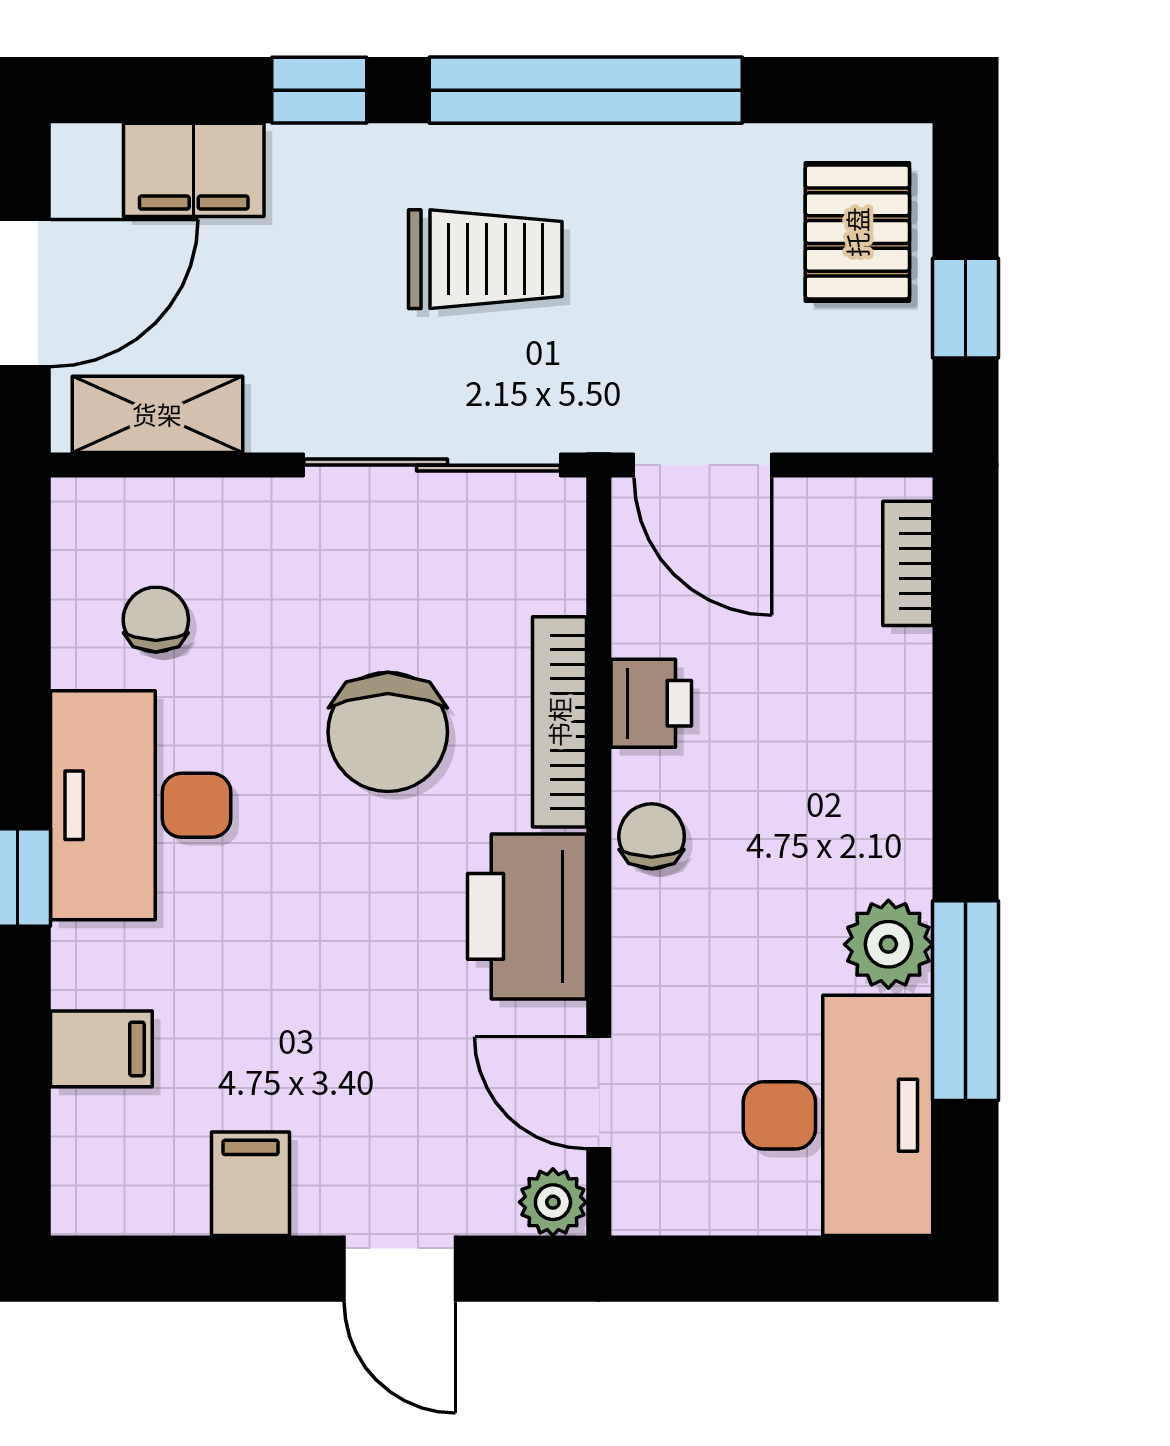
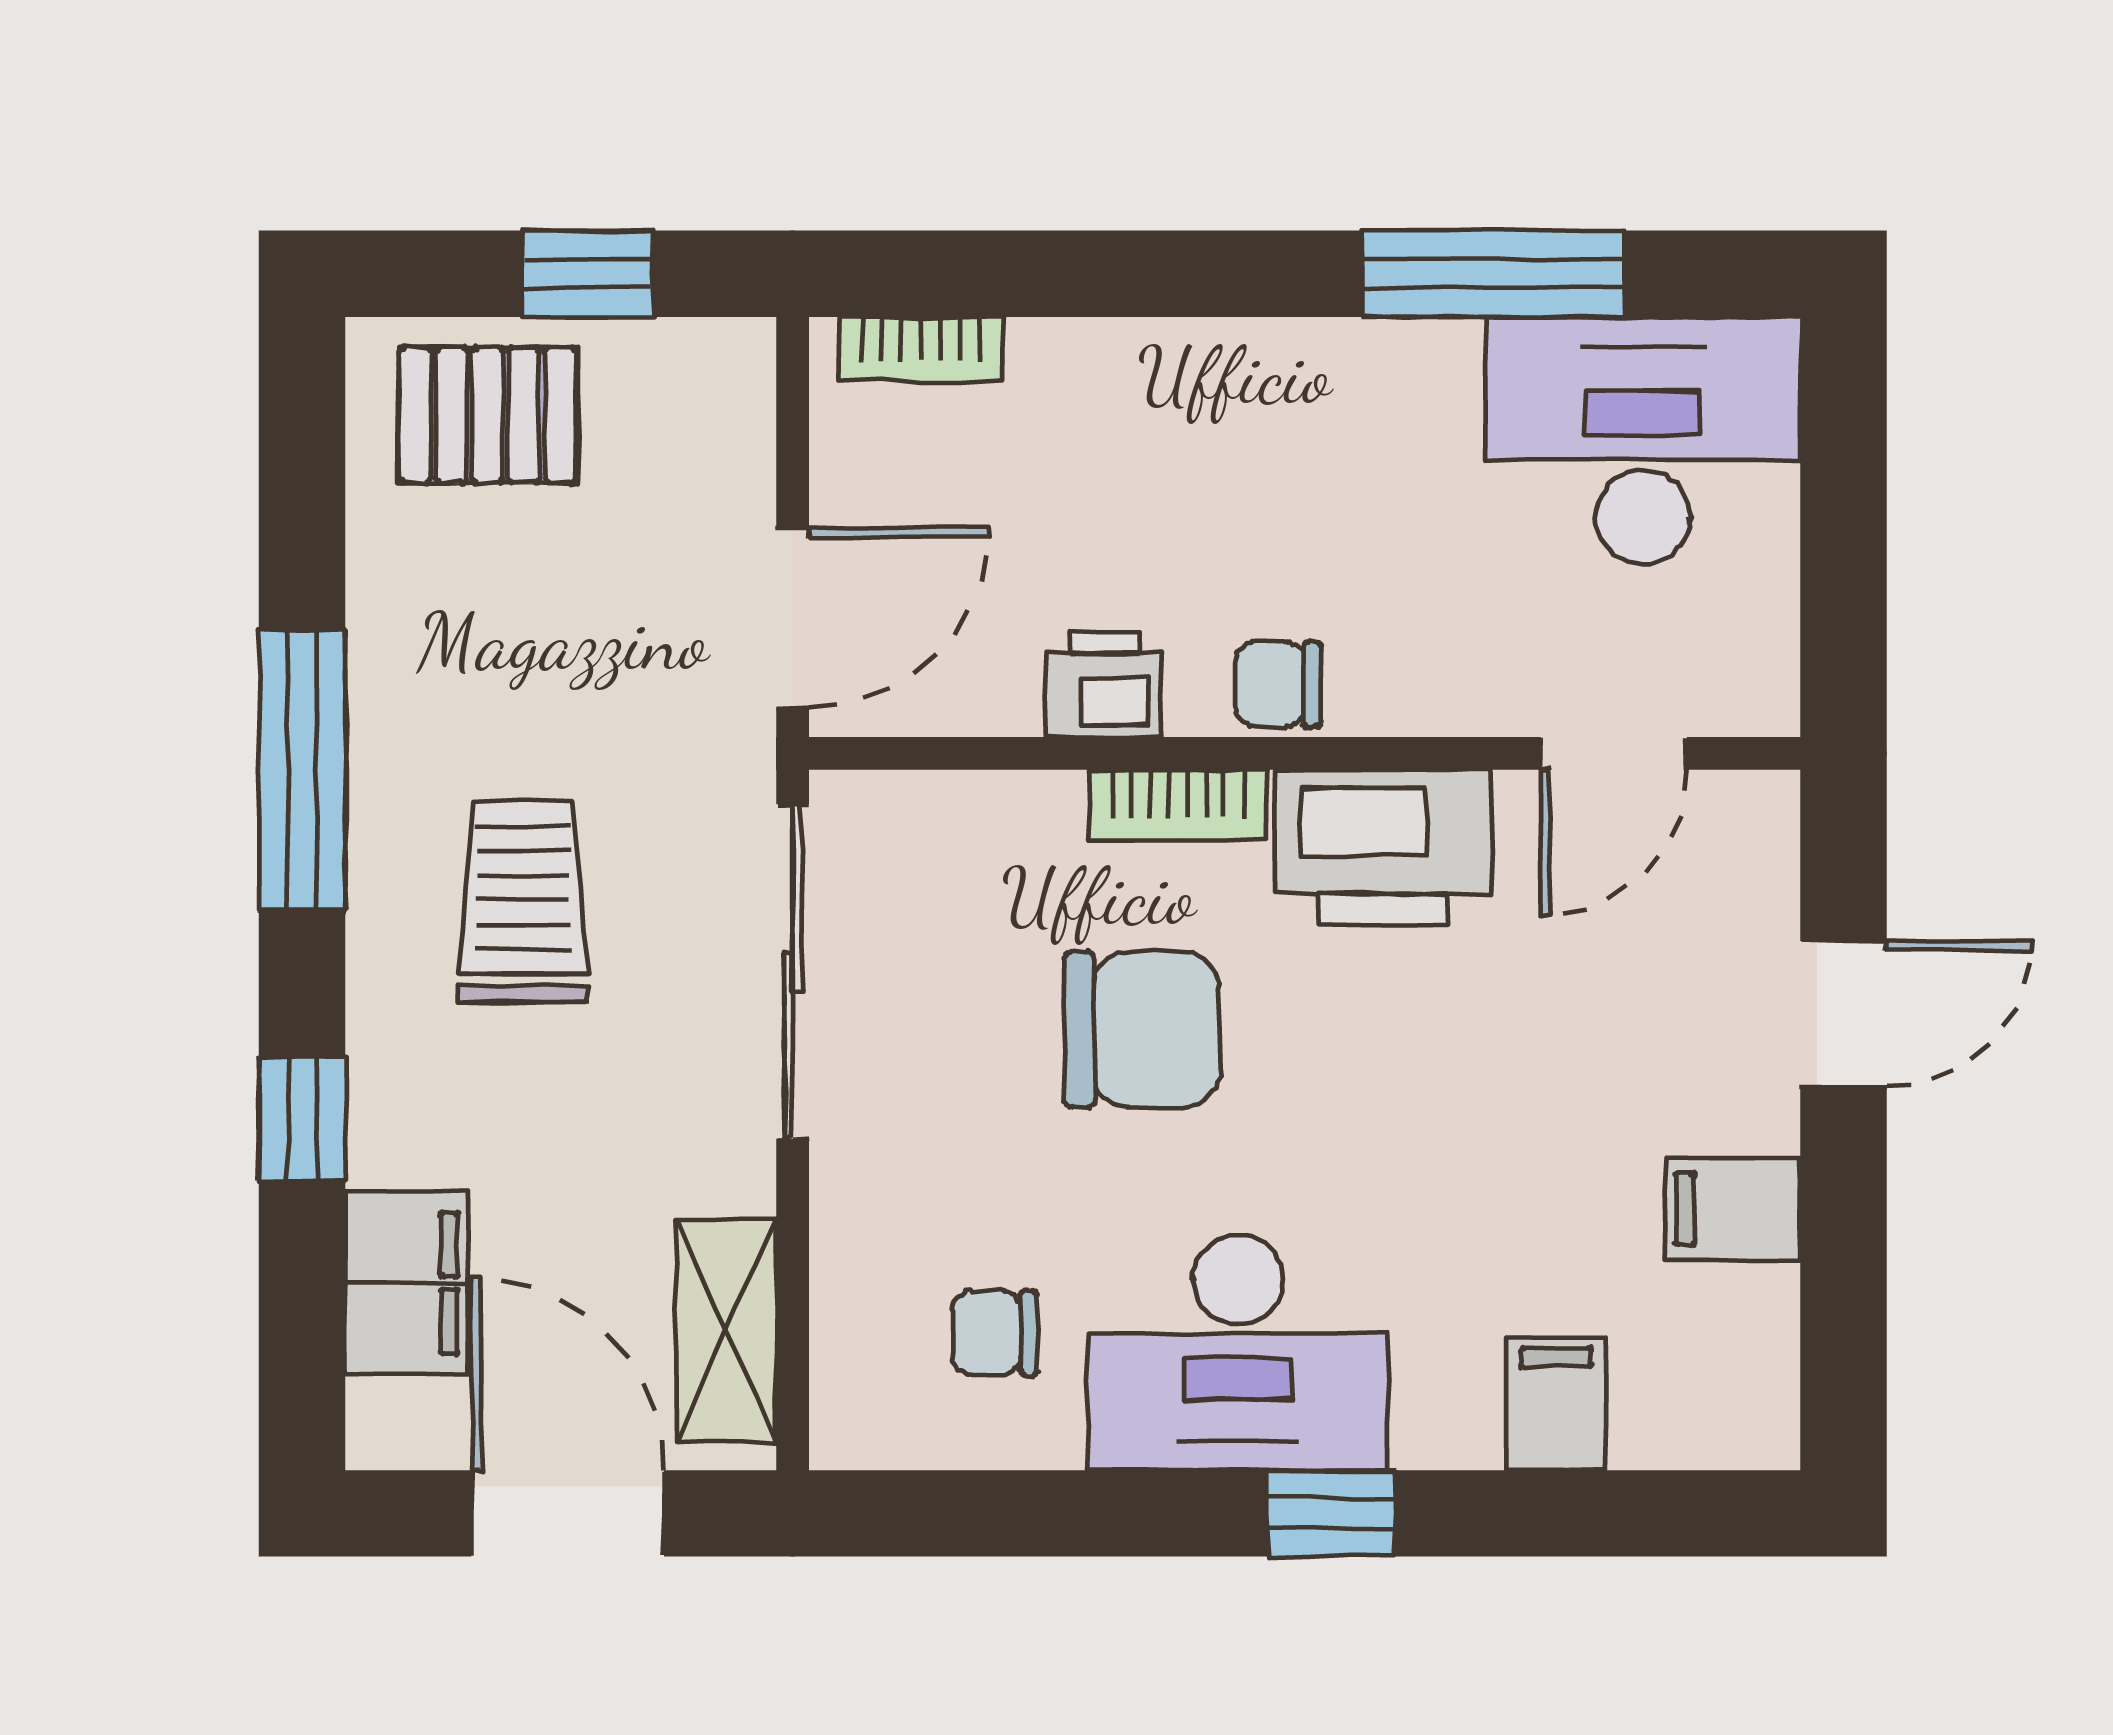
window: (586, 90) -> (302, 770), width x0.68
bookcase: (559, 722) -> (1178, 805), width x0.64
plant: (888, 944) -> (1419, 375), removed
plant: (553, 1202) -> (1757, 813), removed

